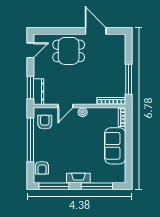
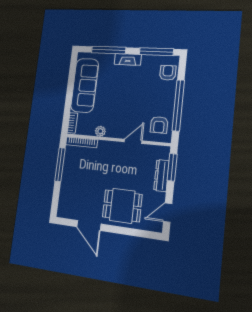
dresser: (39, 92) -> (161, 176), moved
plant: (83, 112) -> (100, 131), moved
sofa: (115, 146) -> (85, 85), width x1.36

